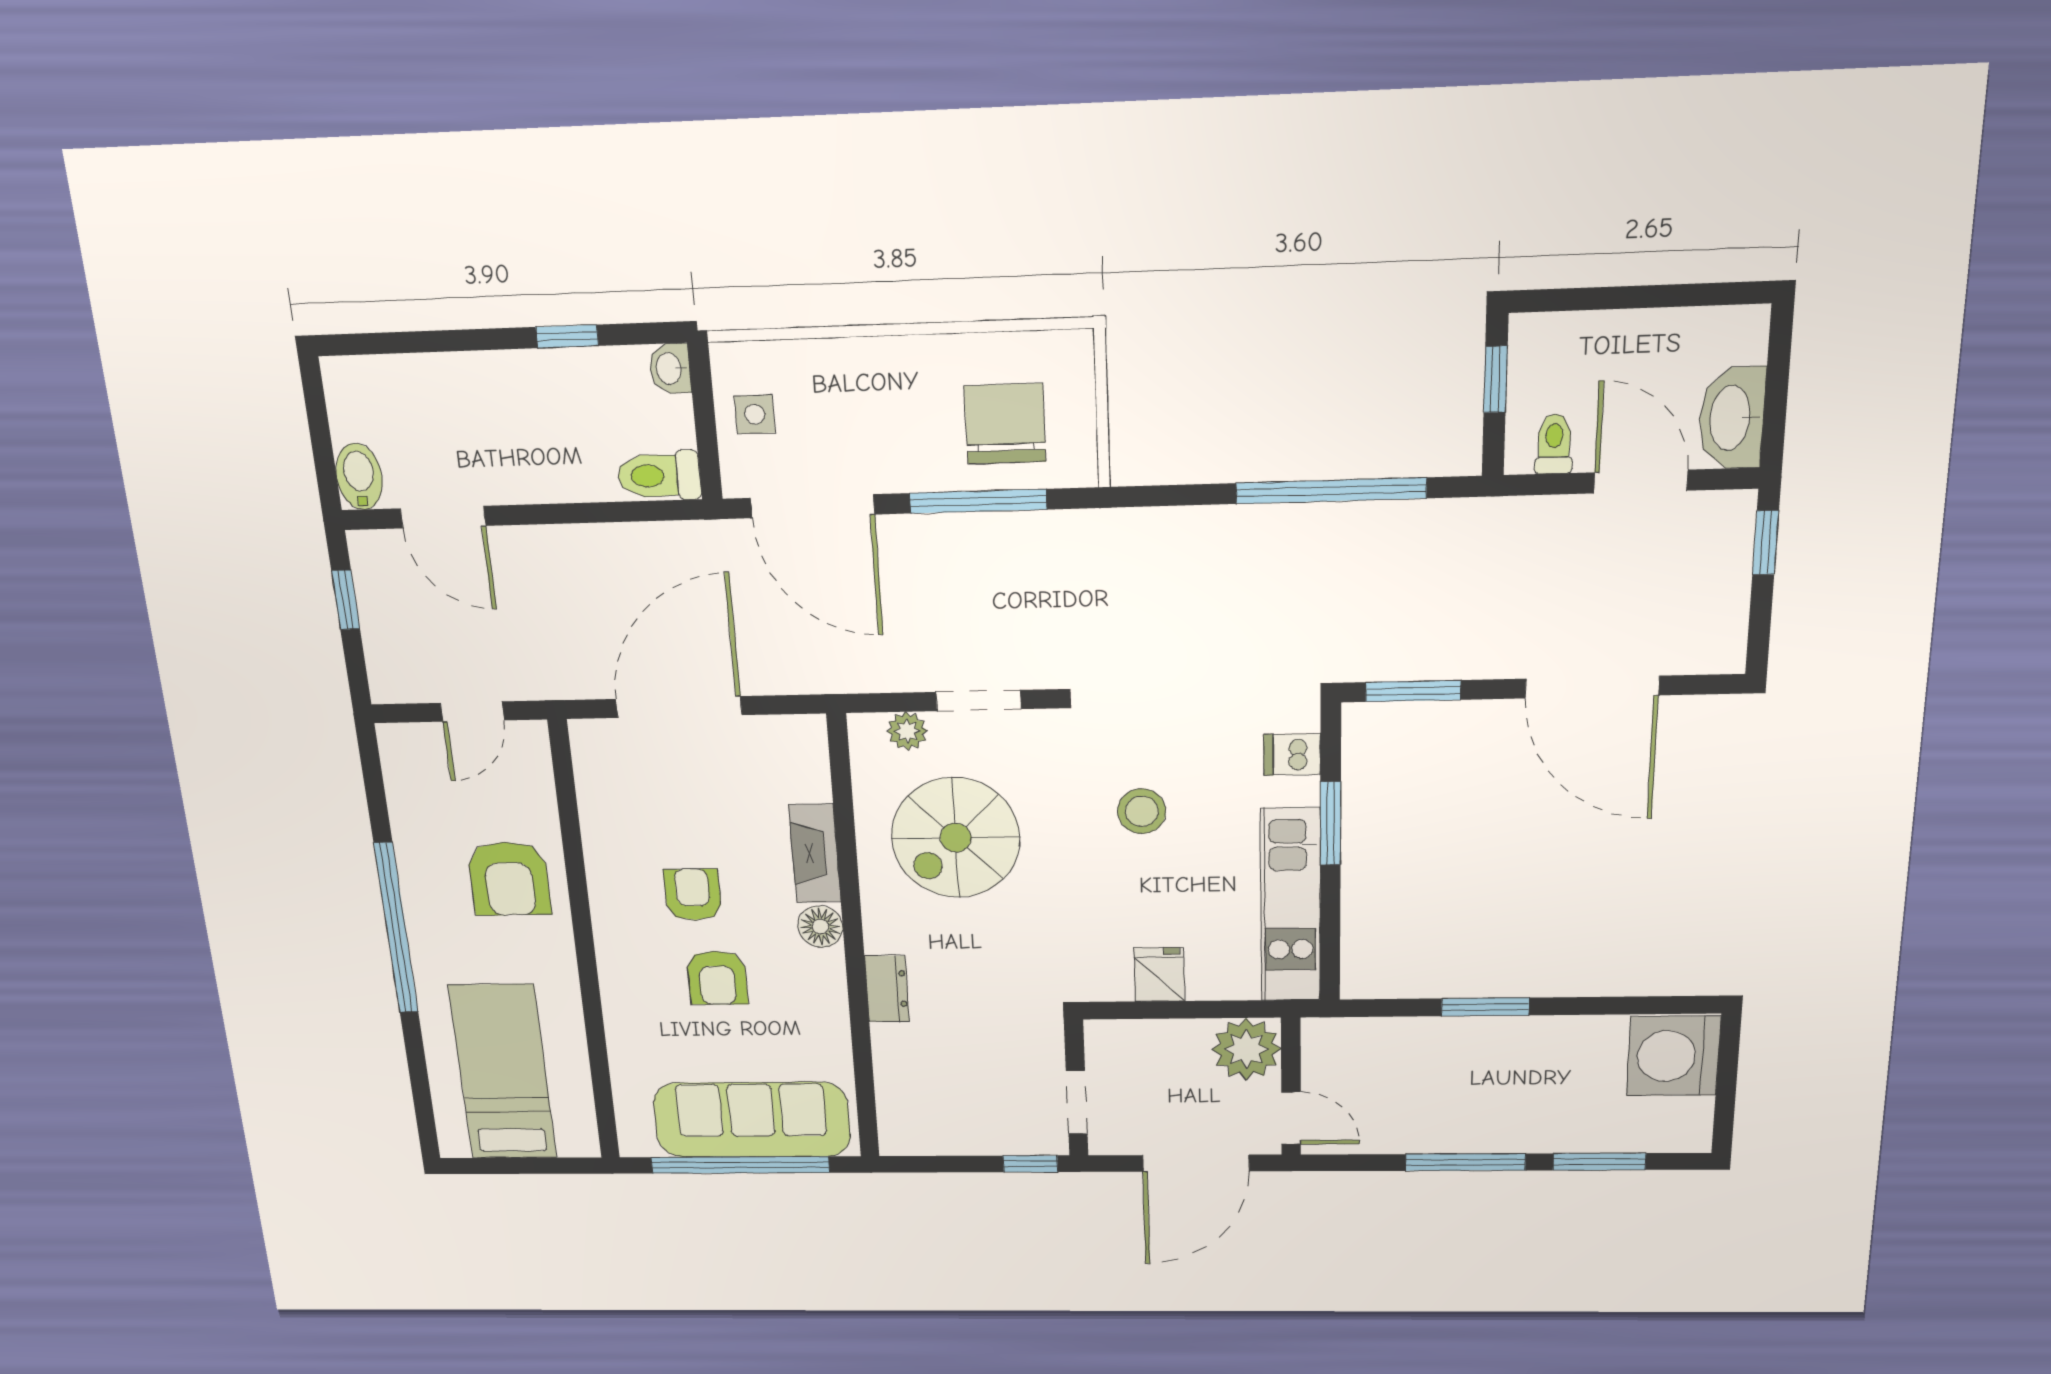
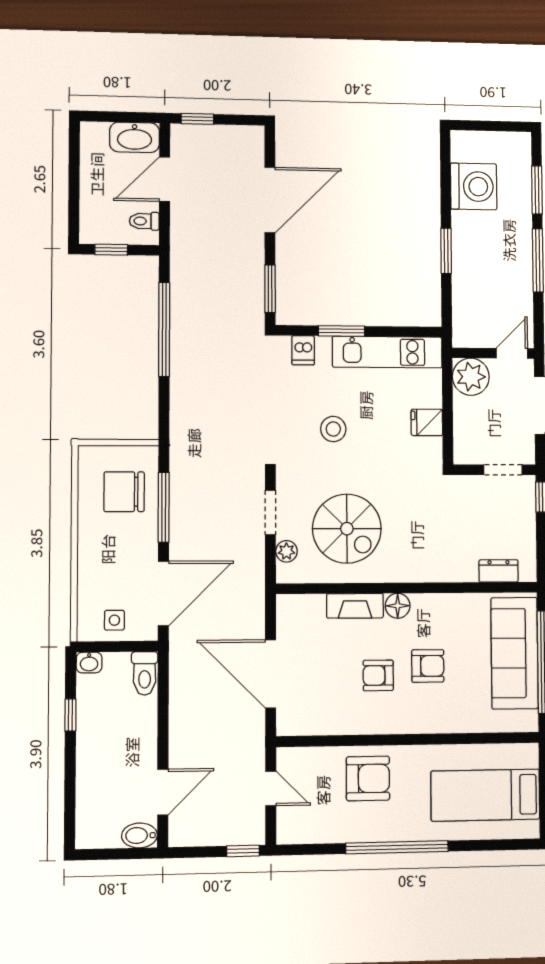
window: (346, 600) -> (243, 851), moved
dresser: (887, 989) -> (499, 571), moved
washing machine: (1673, 1056) -> (474, 186), moved, turned -90

